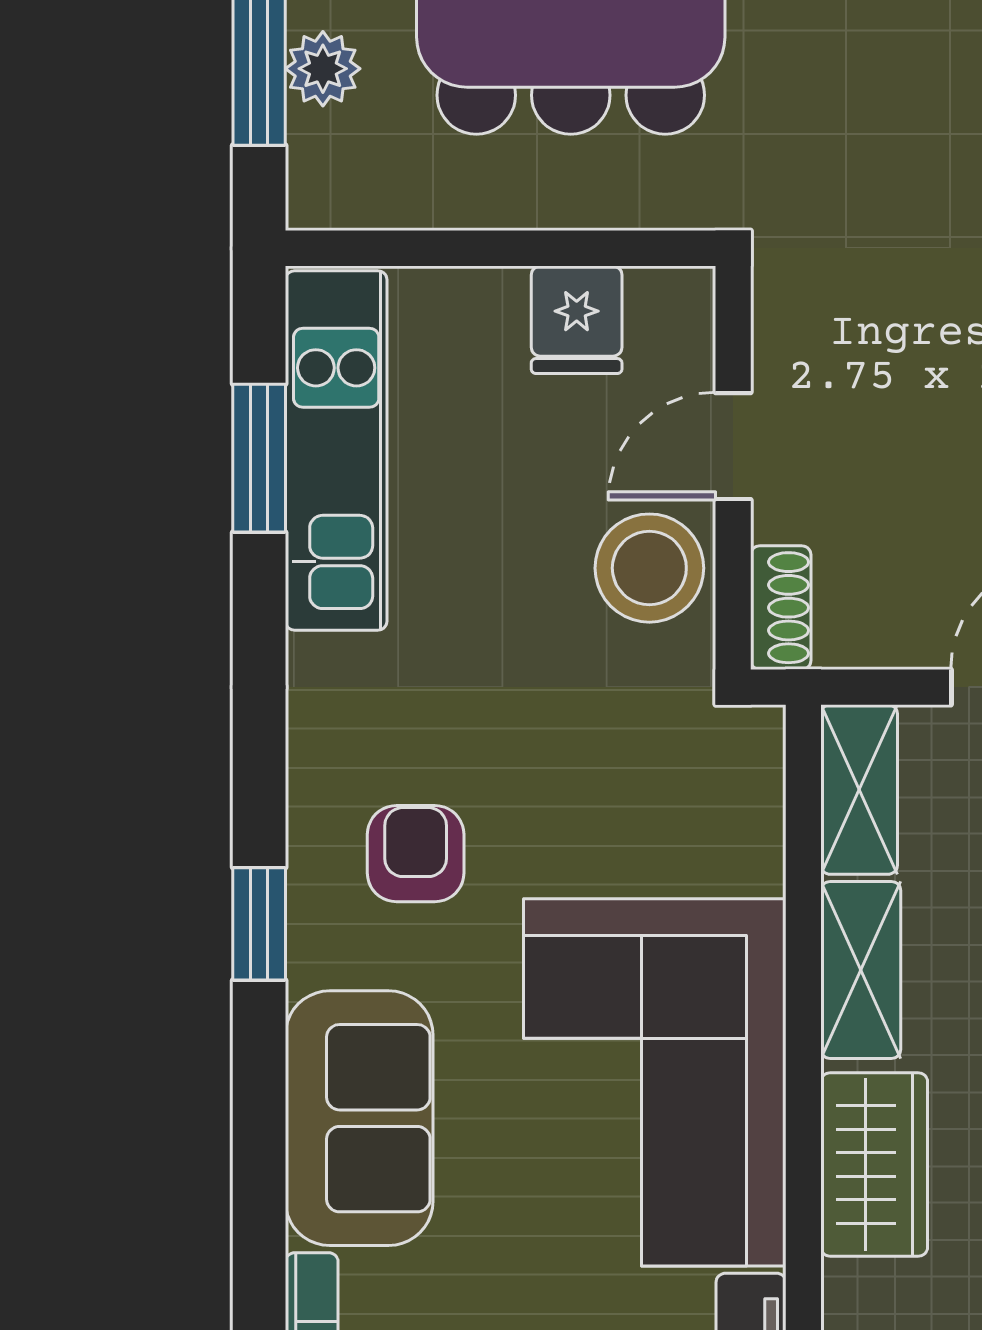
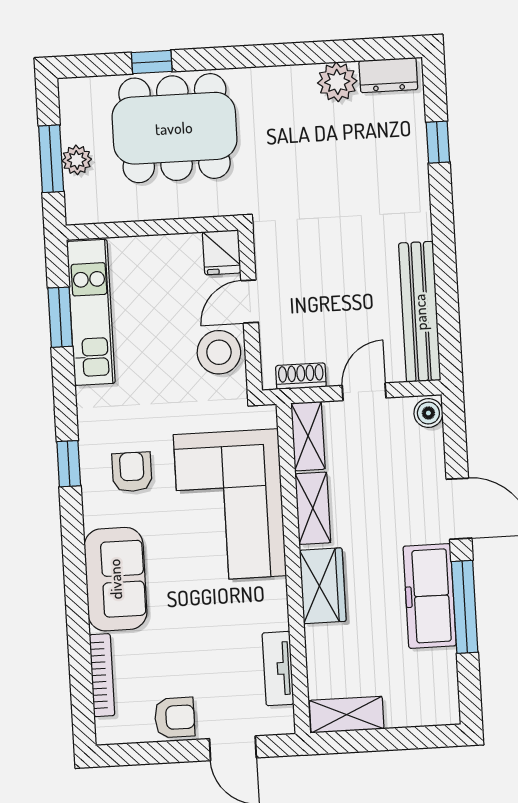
fridge: (577, 320) -> (222, 252), moved
shoe rack: (781, 608) -> (301, 376), moved, turned -90
window: (259, 924) -> (69, 464), moved
corner sofa: (655, 1082) -> (230, 505), moved

